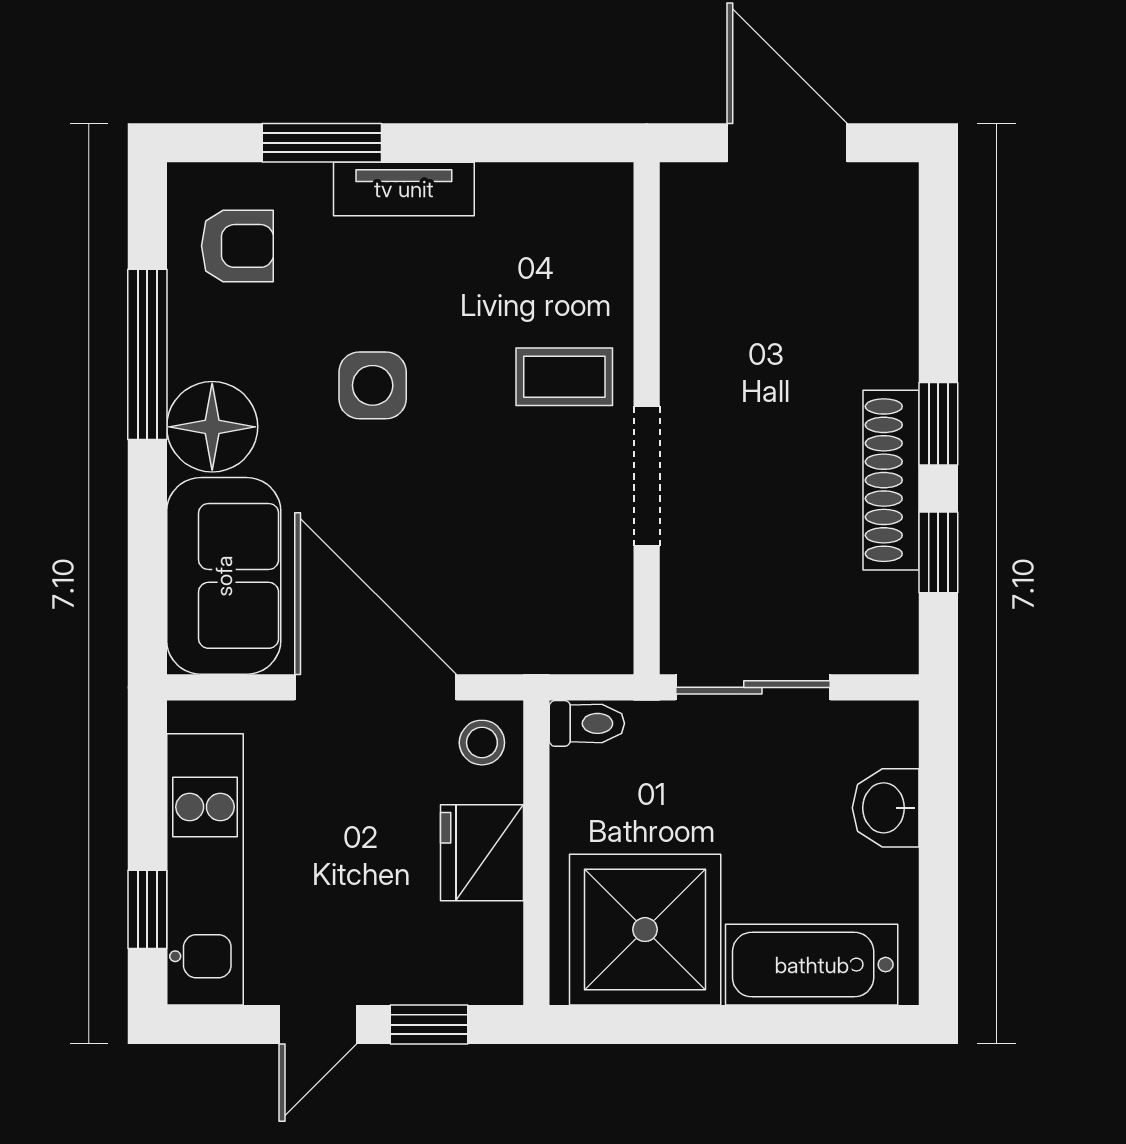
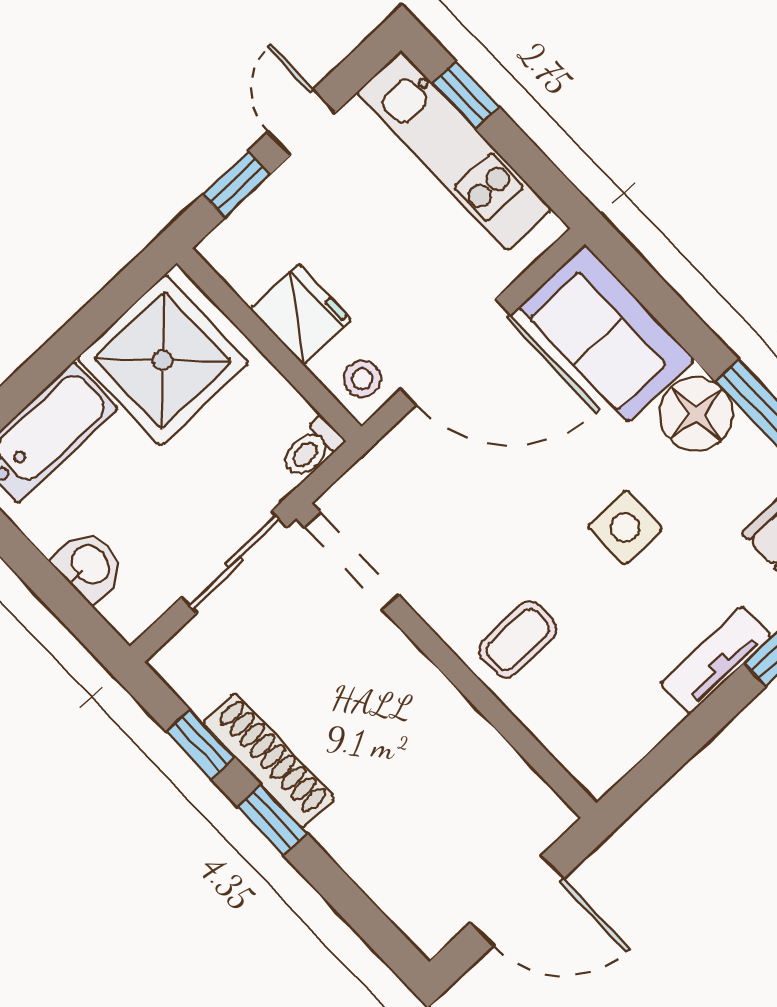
doorway: (647, 476) -> (351, 561), moved

